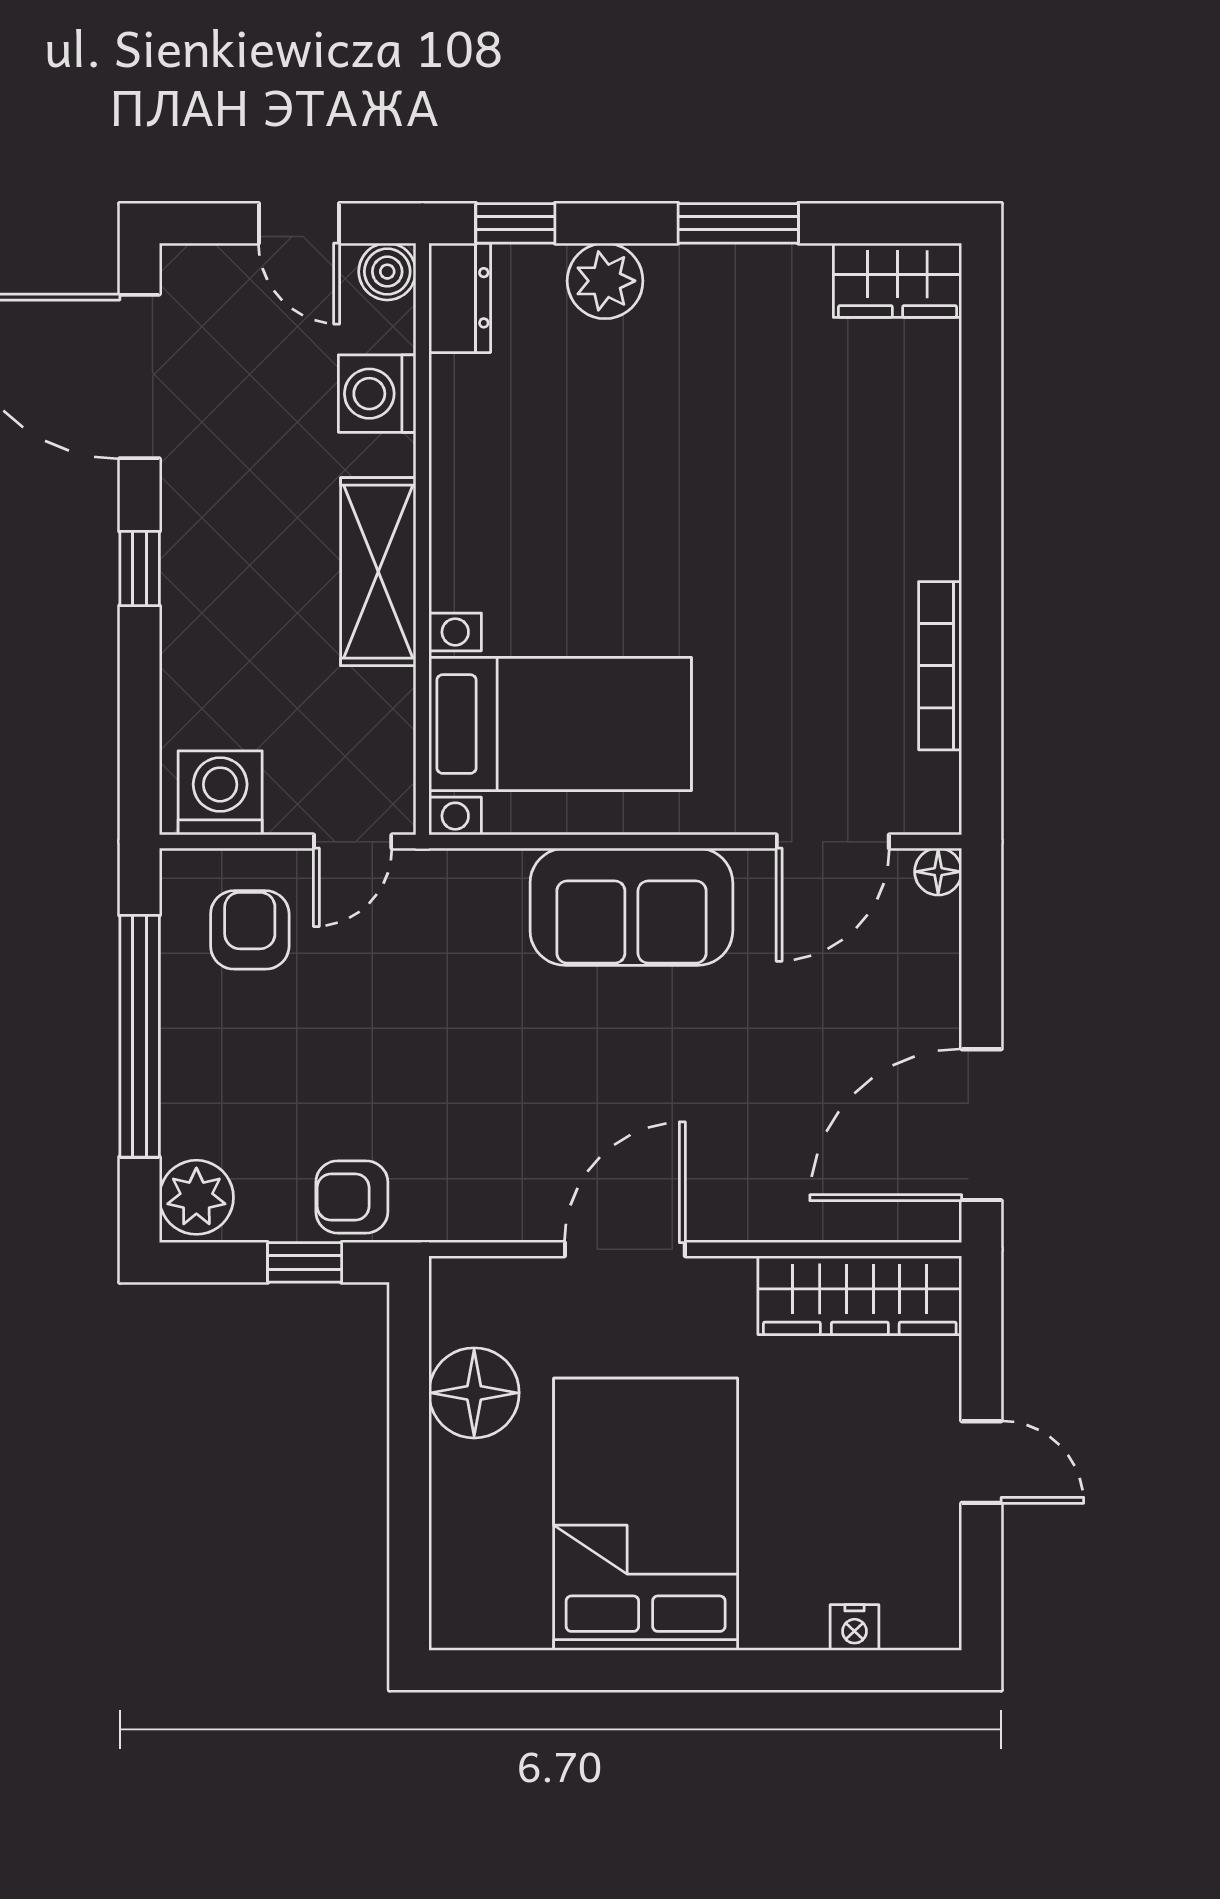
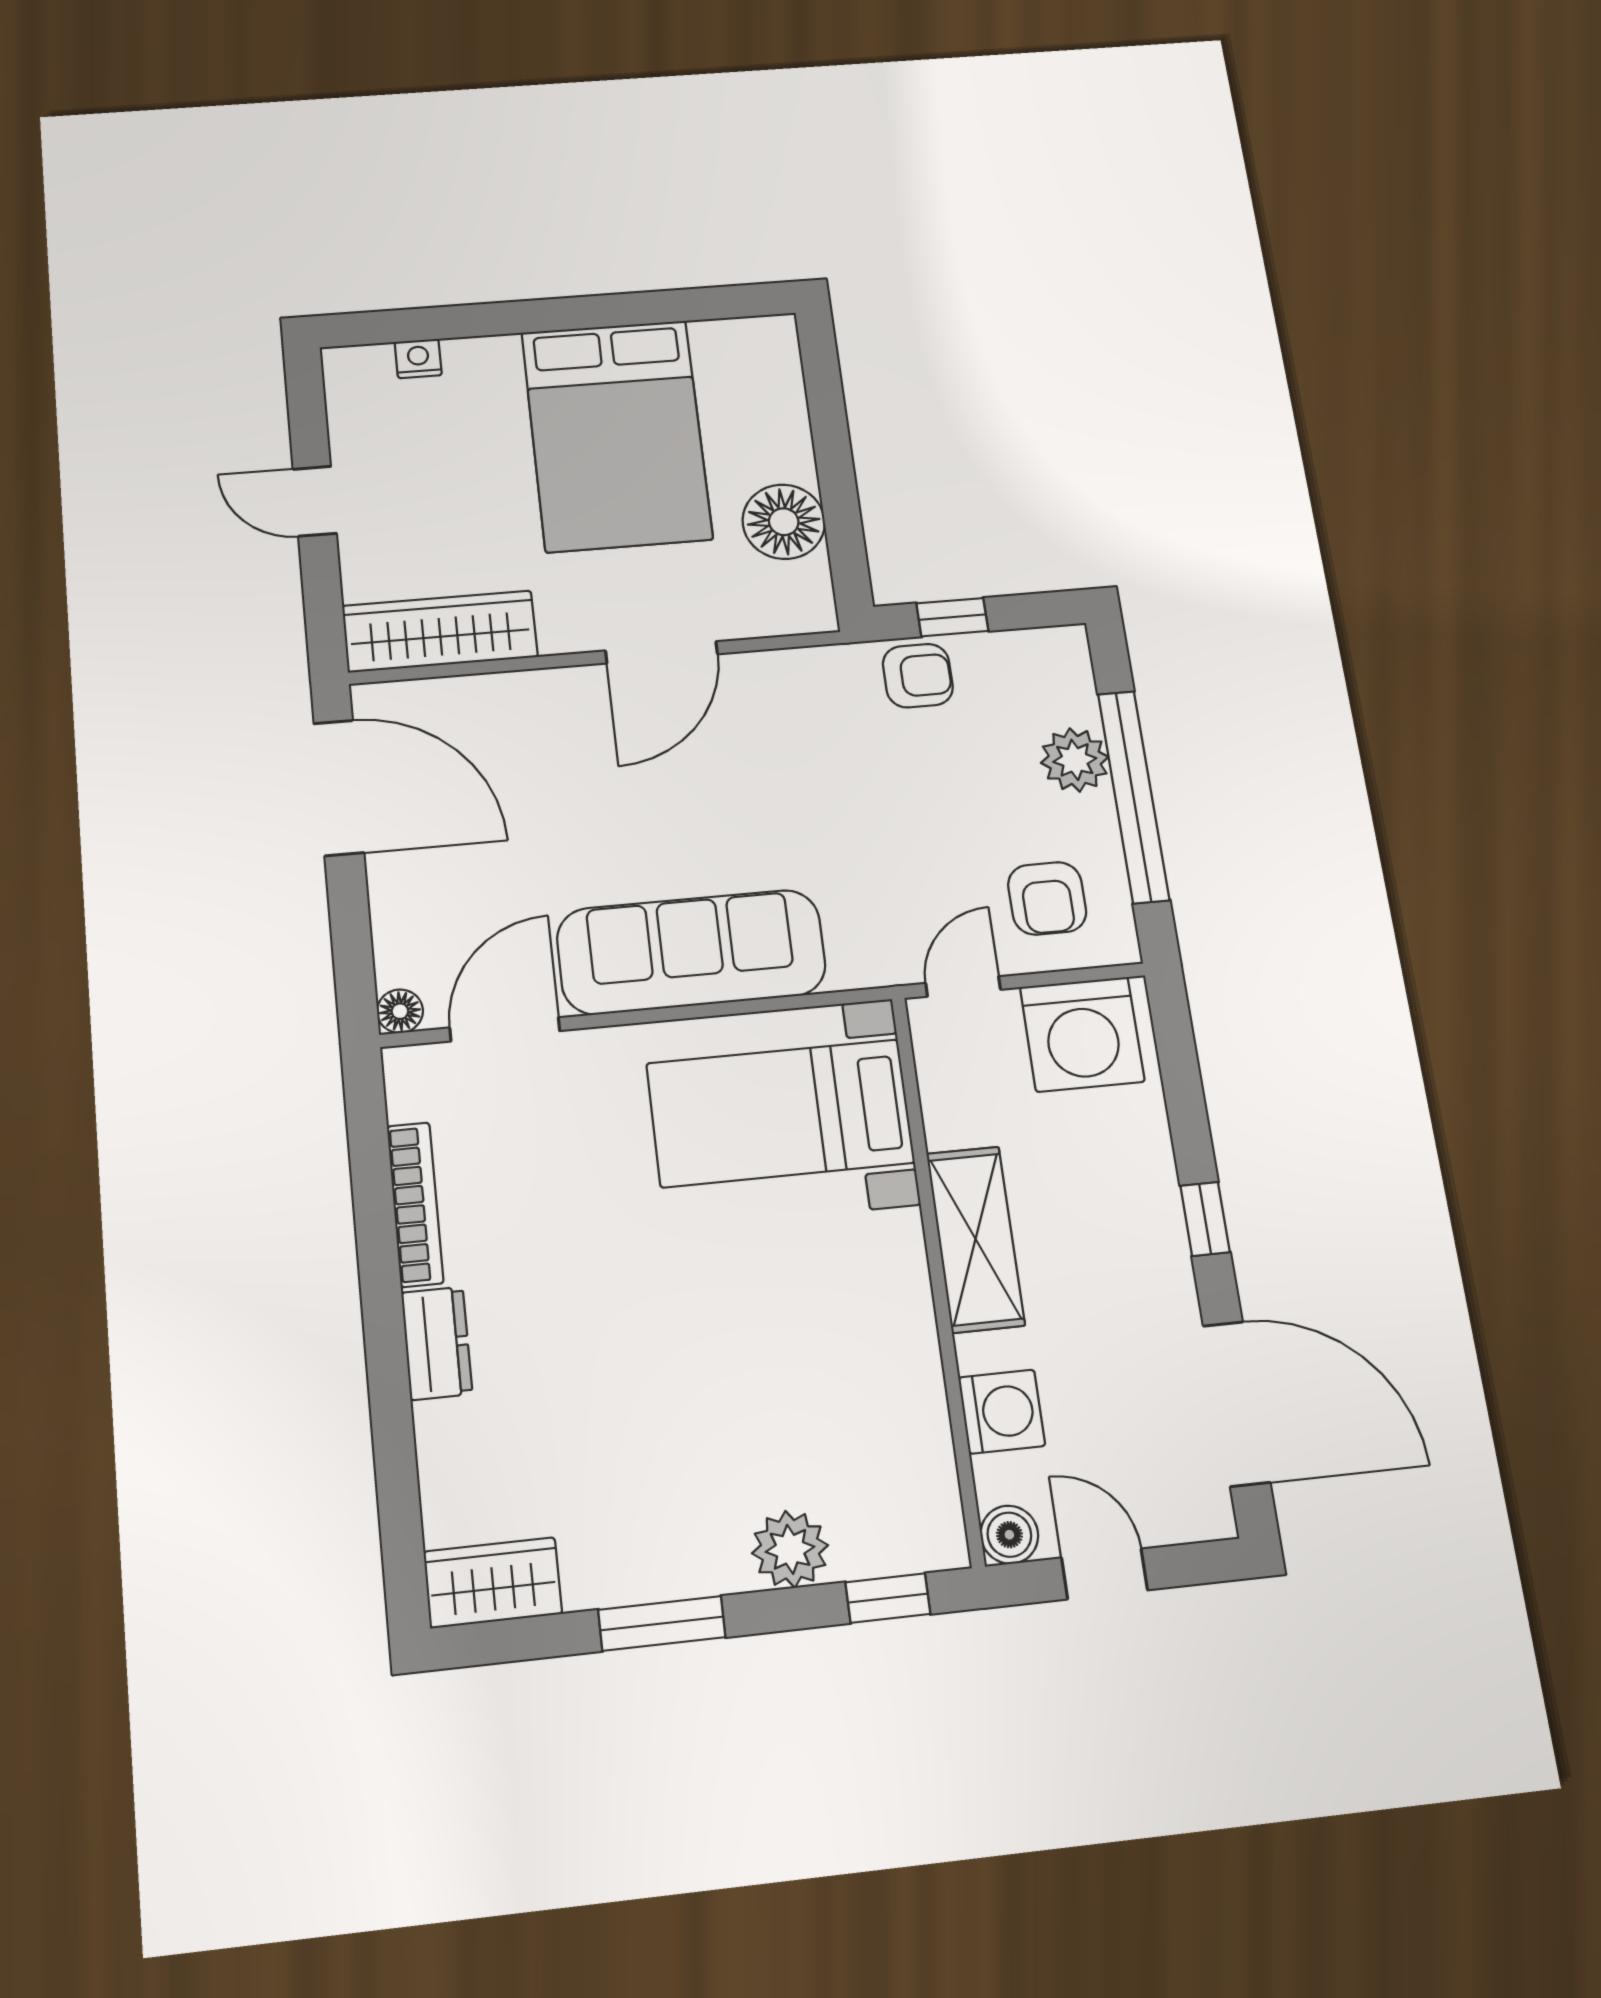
dresser: (460, 298) -> (437, 1343), moved, turned 180
washing machine: (220, 793) -> (1082, 1034), width x1.37, depth x1.37
sofa: (631, 907) -> (691, 952), width x1.36
door: (981, 1125) -> (339, 788), hinge flipped
plant: (196, 1197) -> (1075, 760), moved

